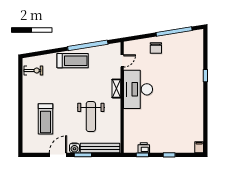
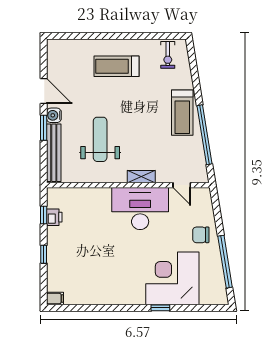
corner desk: (185, 67) -> (172, 278), added
weight bench: (91, 117) -> (100, 139), turned 90
treadmill: (45, 119) -> (116, 66), moved

